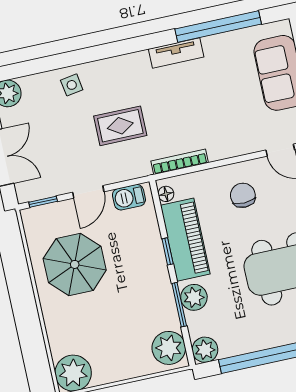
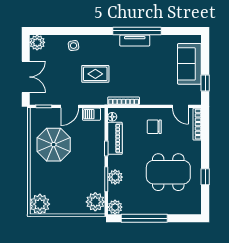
window: (218, 27) -> (137, 31), moved
chair: (243, 195) -> (154, 127), turned -89
piano: (185, 240) -> (115, 138), width x0.73, depth x0.75

